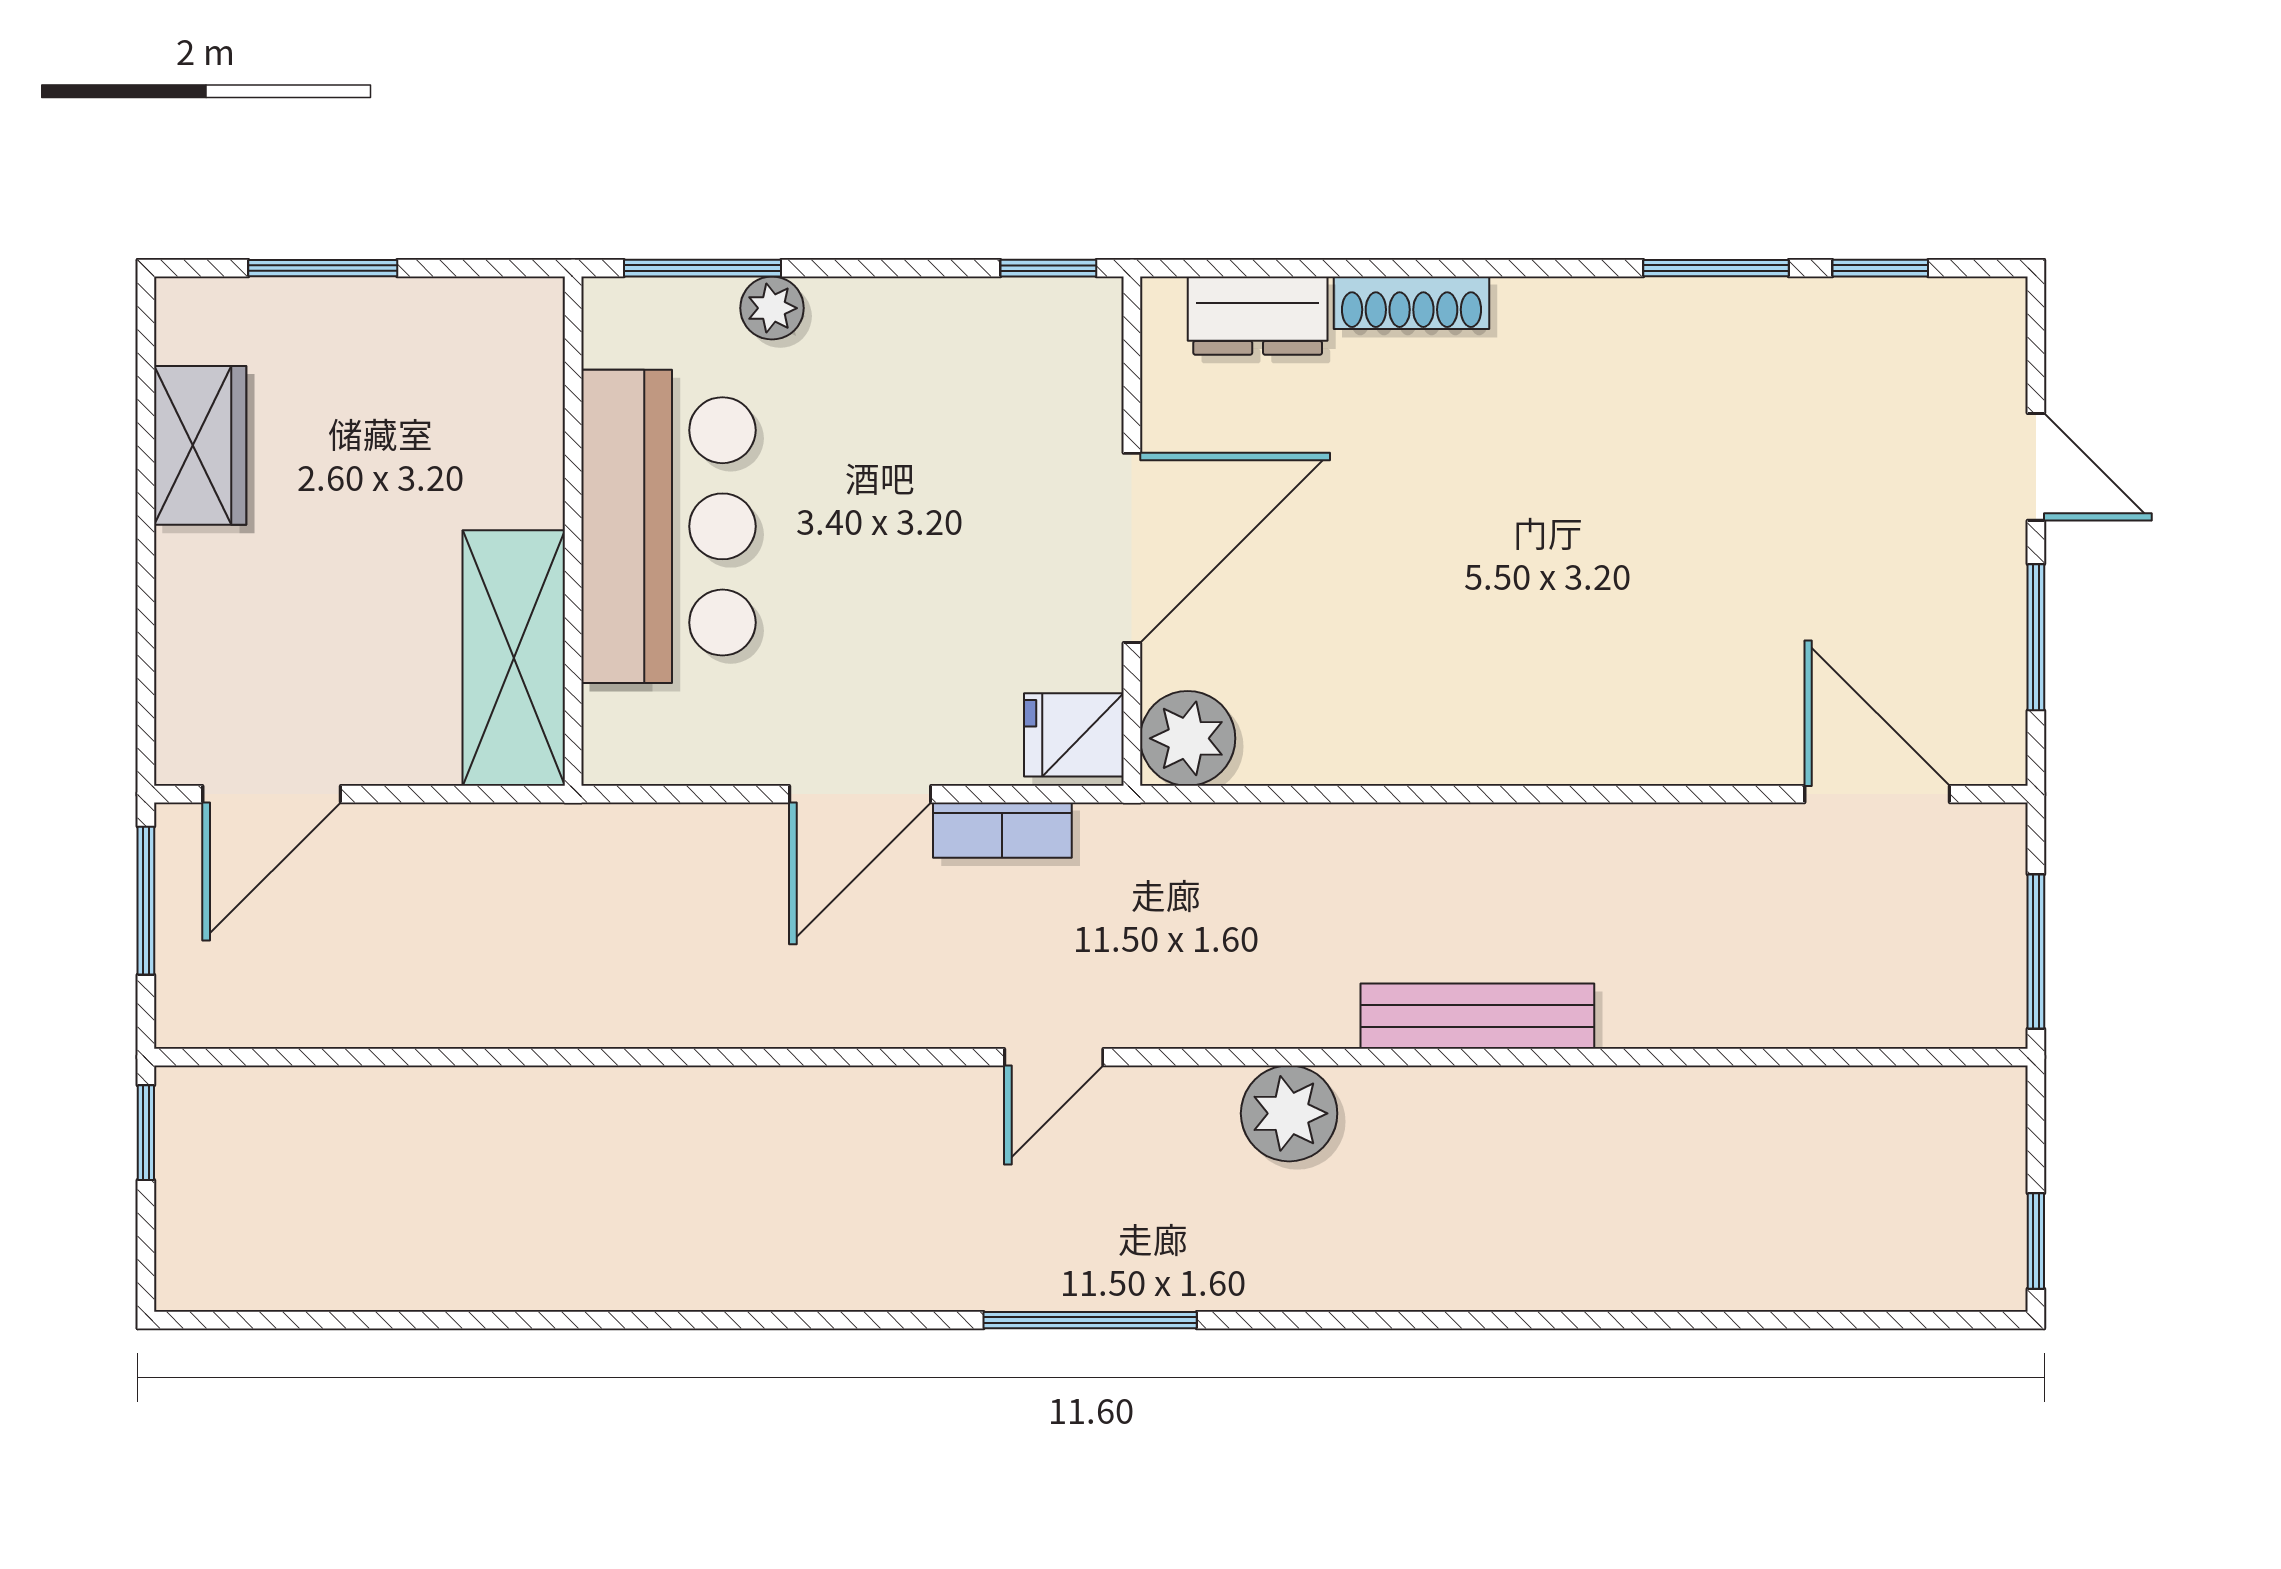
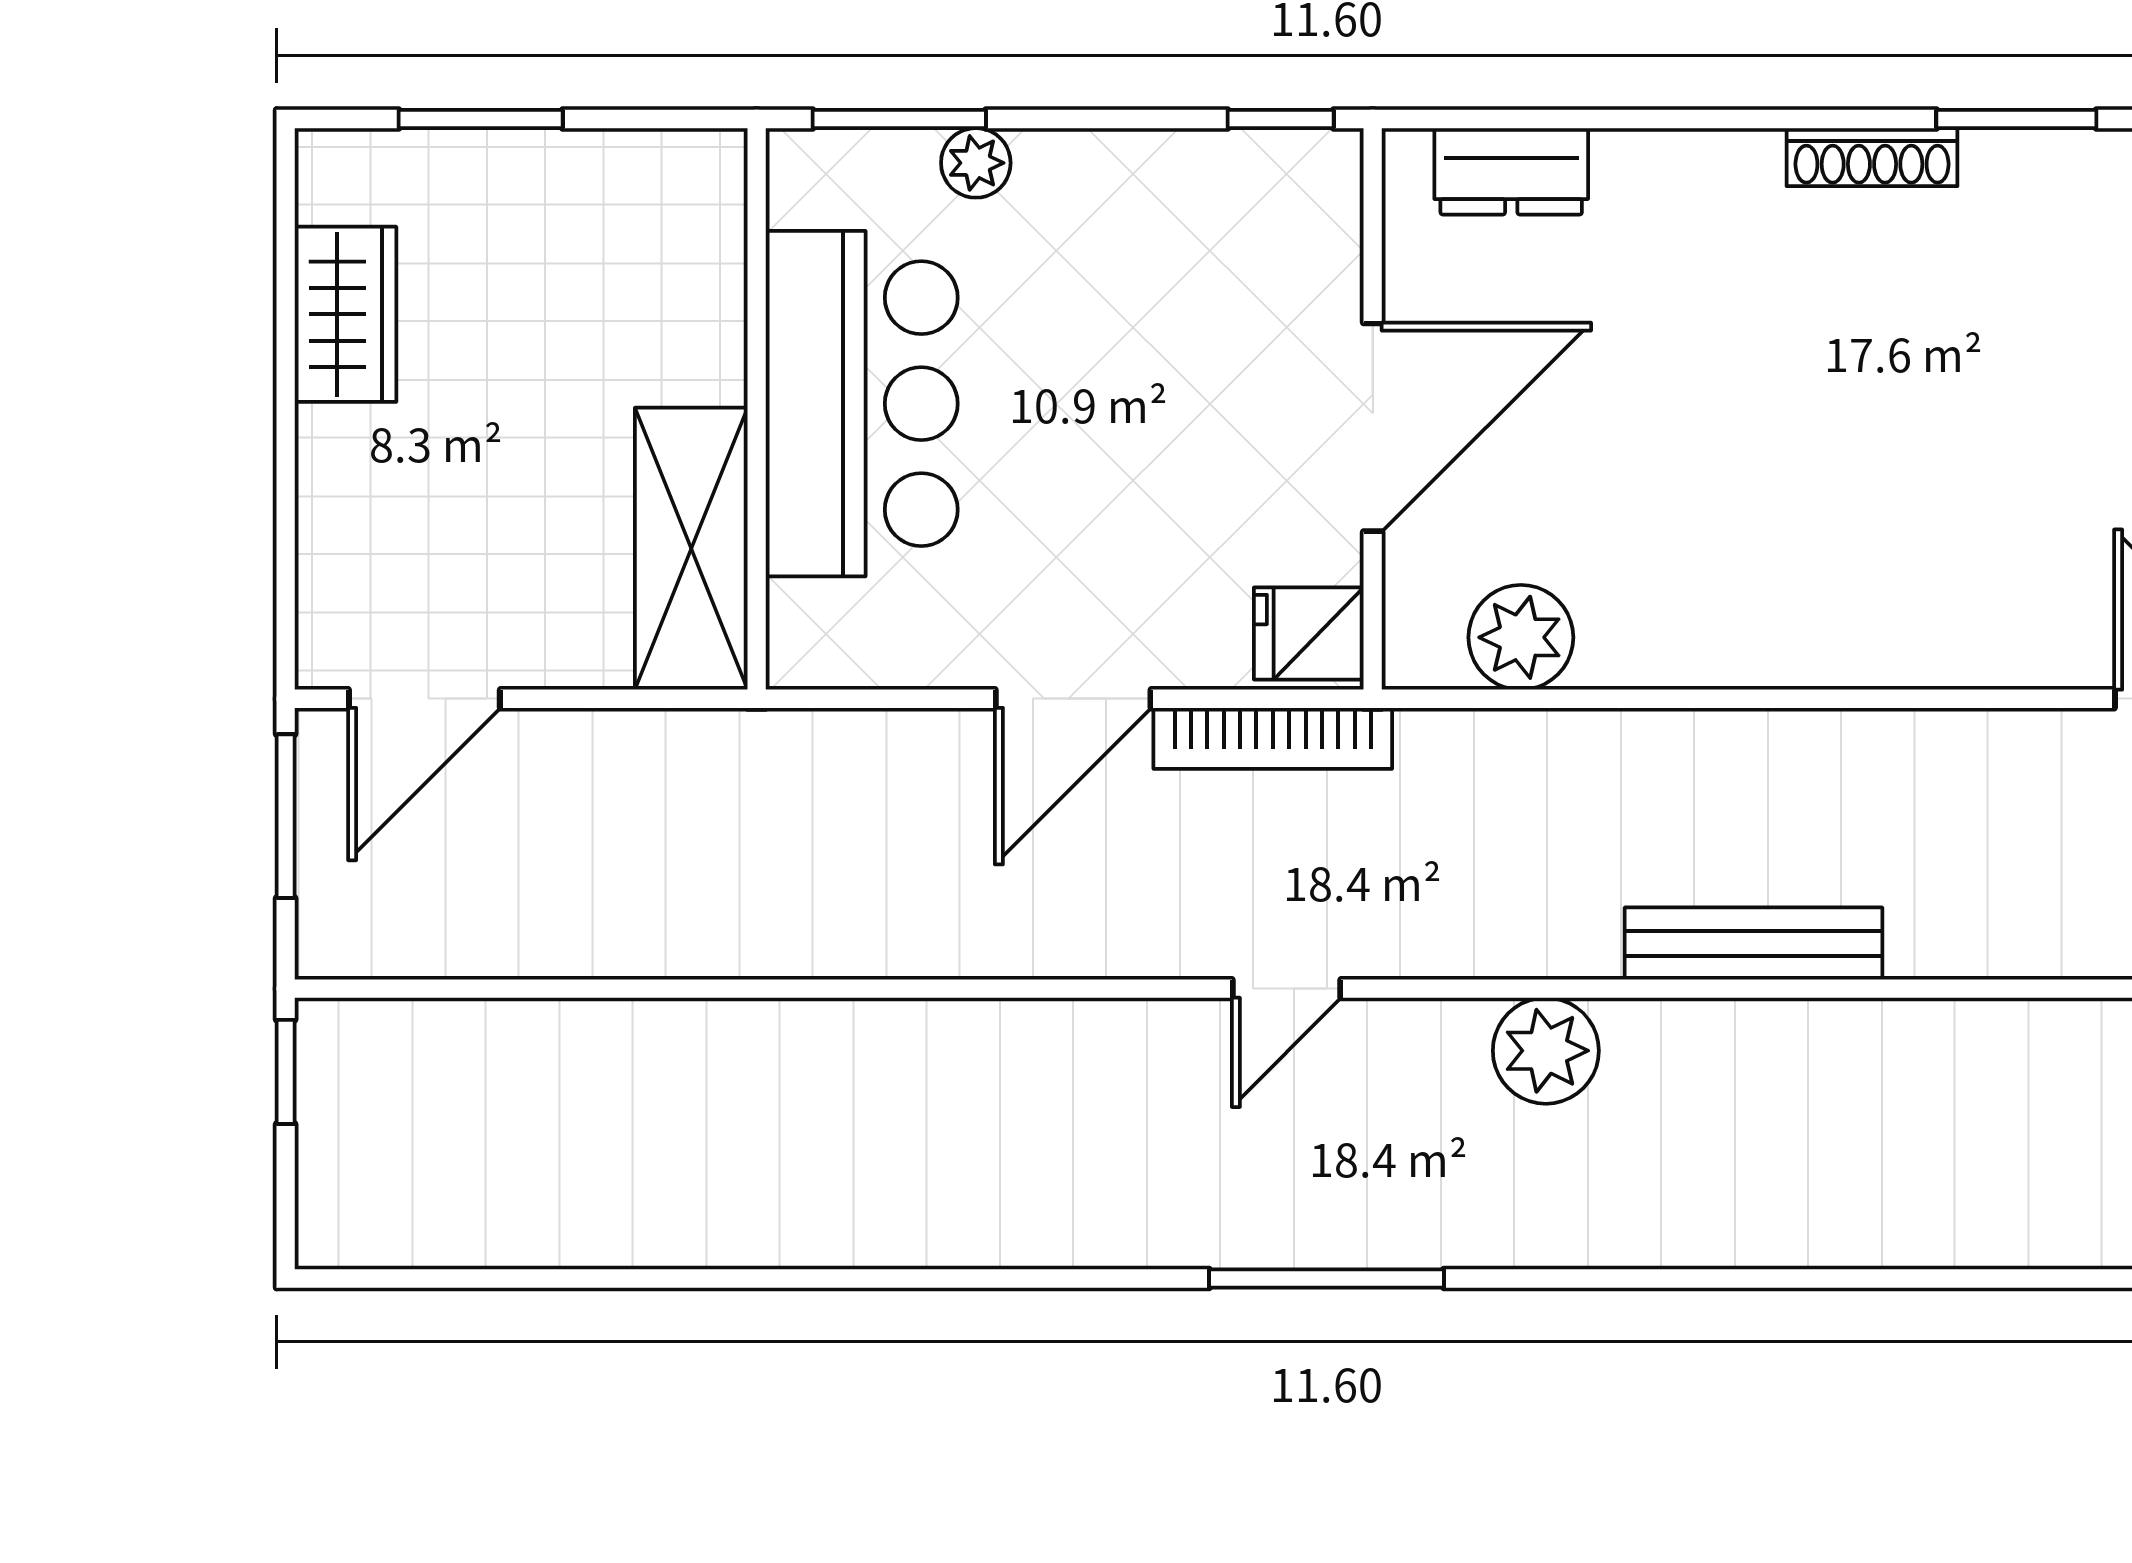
shoe rack: (1411, 303) -> (1872, 157), moved
plant: (1188, 738) -> (1521, 637), moved
bookcase: (1002, 830) -> (1273, 738), width x1.56

